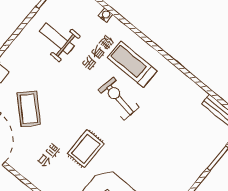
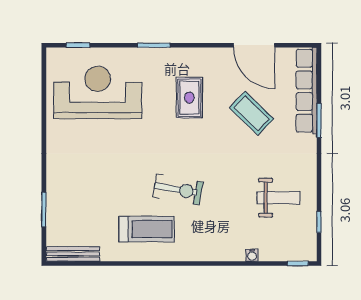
treadmill: (132, 64) -> (147, 229), moved
rug: (86, 149) -> (189, 98), moved

